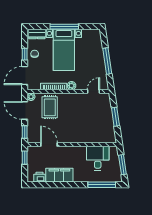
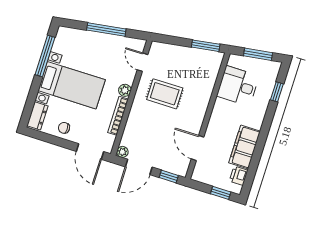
window: (64, 27) -> (45, 56), moved
window: (25, 54) -> (60, 142), removed
rug: (50, 107) -> (165, 94), moved
window: (115, 117) -> (206, 46), moved
door: (49, 145) -> (197, 148), hinge flipped
window: (25, 158) -> (221, 193), moved
window: (102, 185) -> (277, 92), width x0.46

